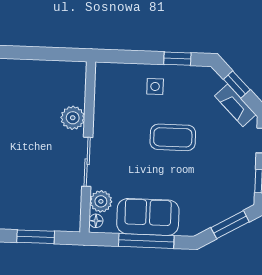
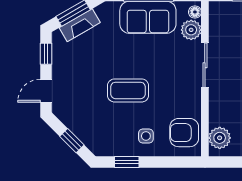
armchair: (113, 89) -> (184, 133), added
fireplace: (235, 105) -> (80, 25), moved, turned 105
plant: (73, 118) -> (220, 138), moved

